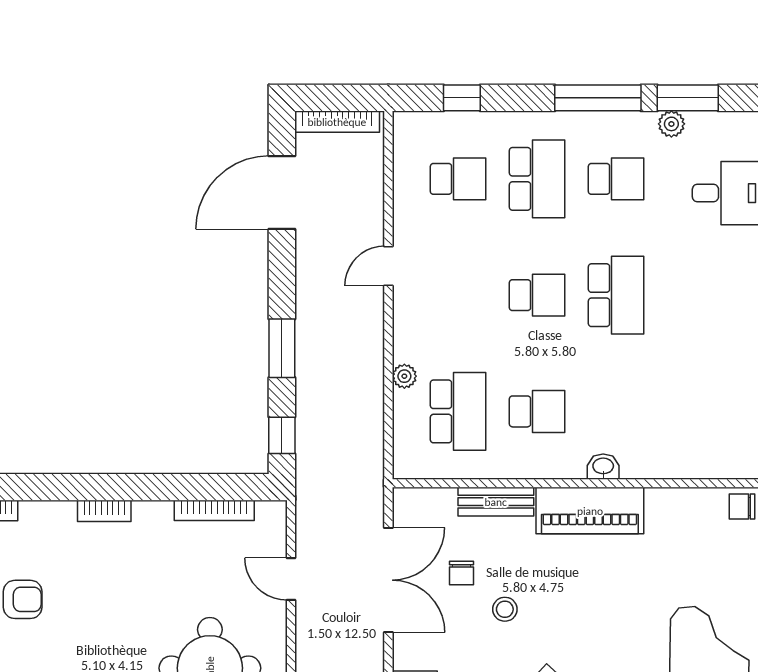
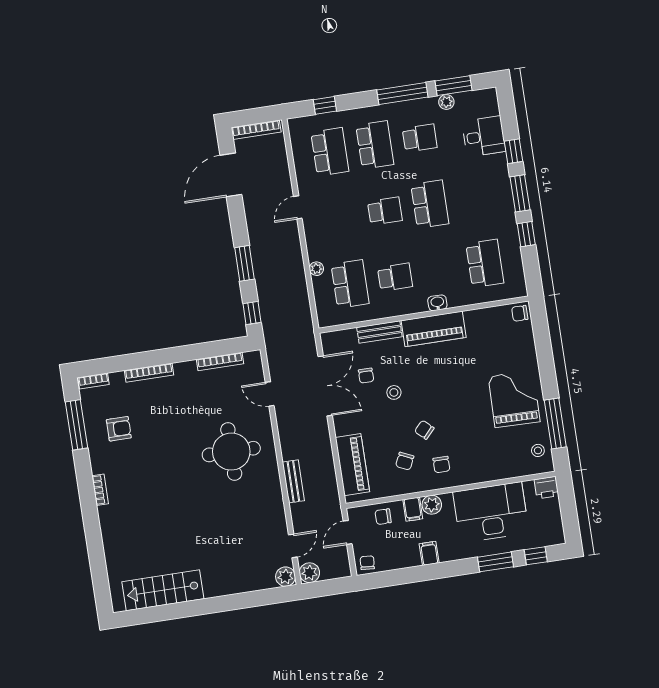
school desk: (458, 179) -> (330, 152), width x1.85
school desk: (695, 411) -> (485, 263), added
bookcase: (104, 511) -> (149, 373), width x1.56

